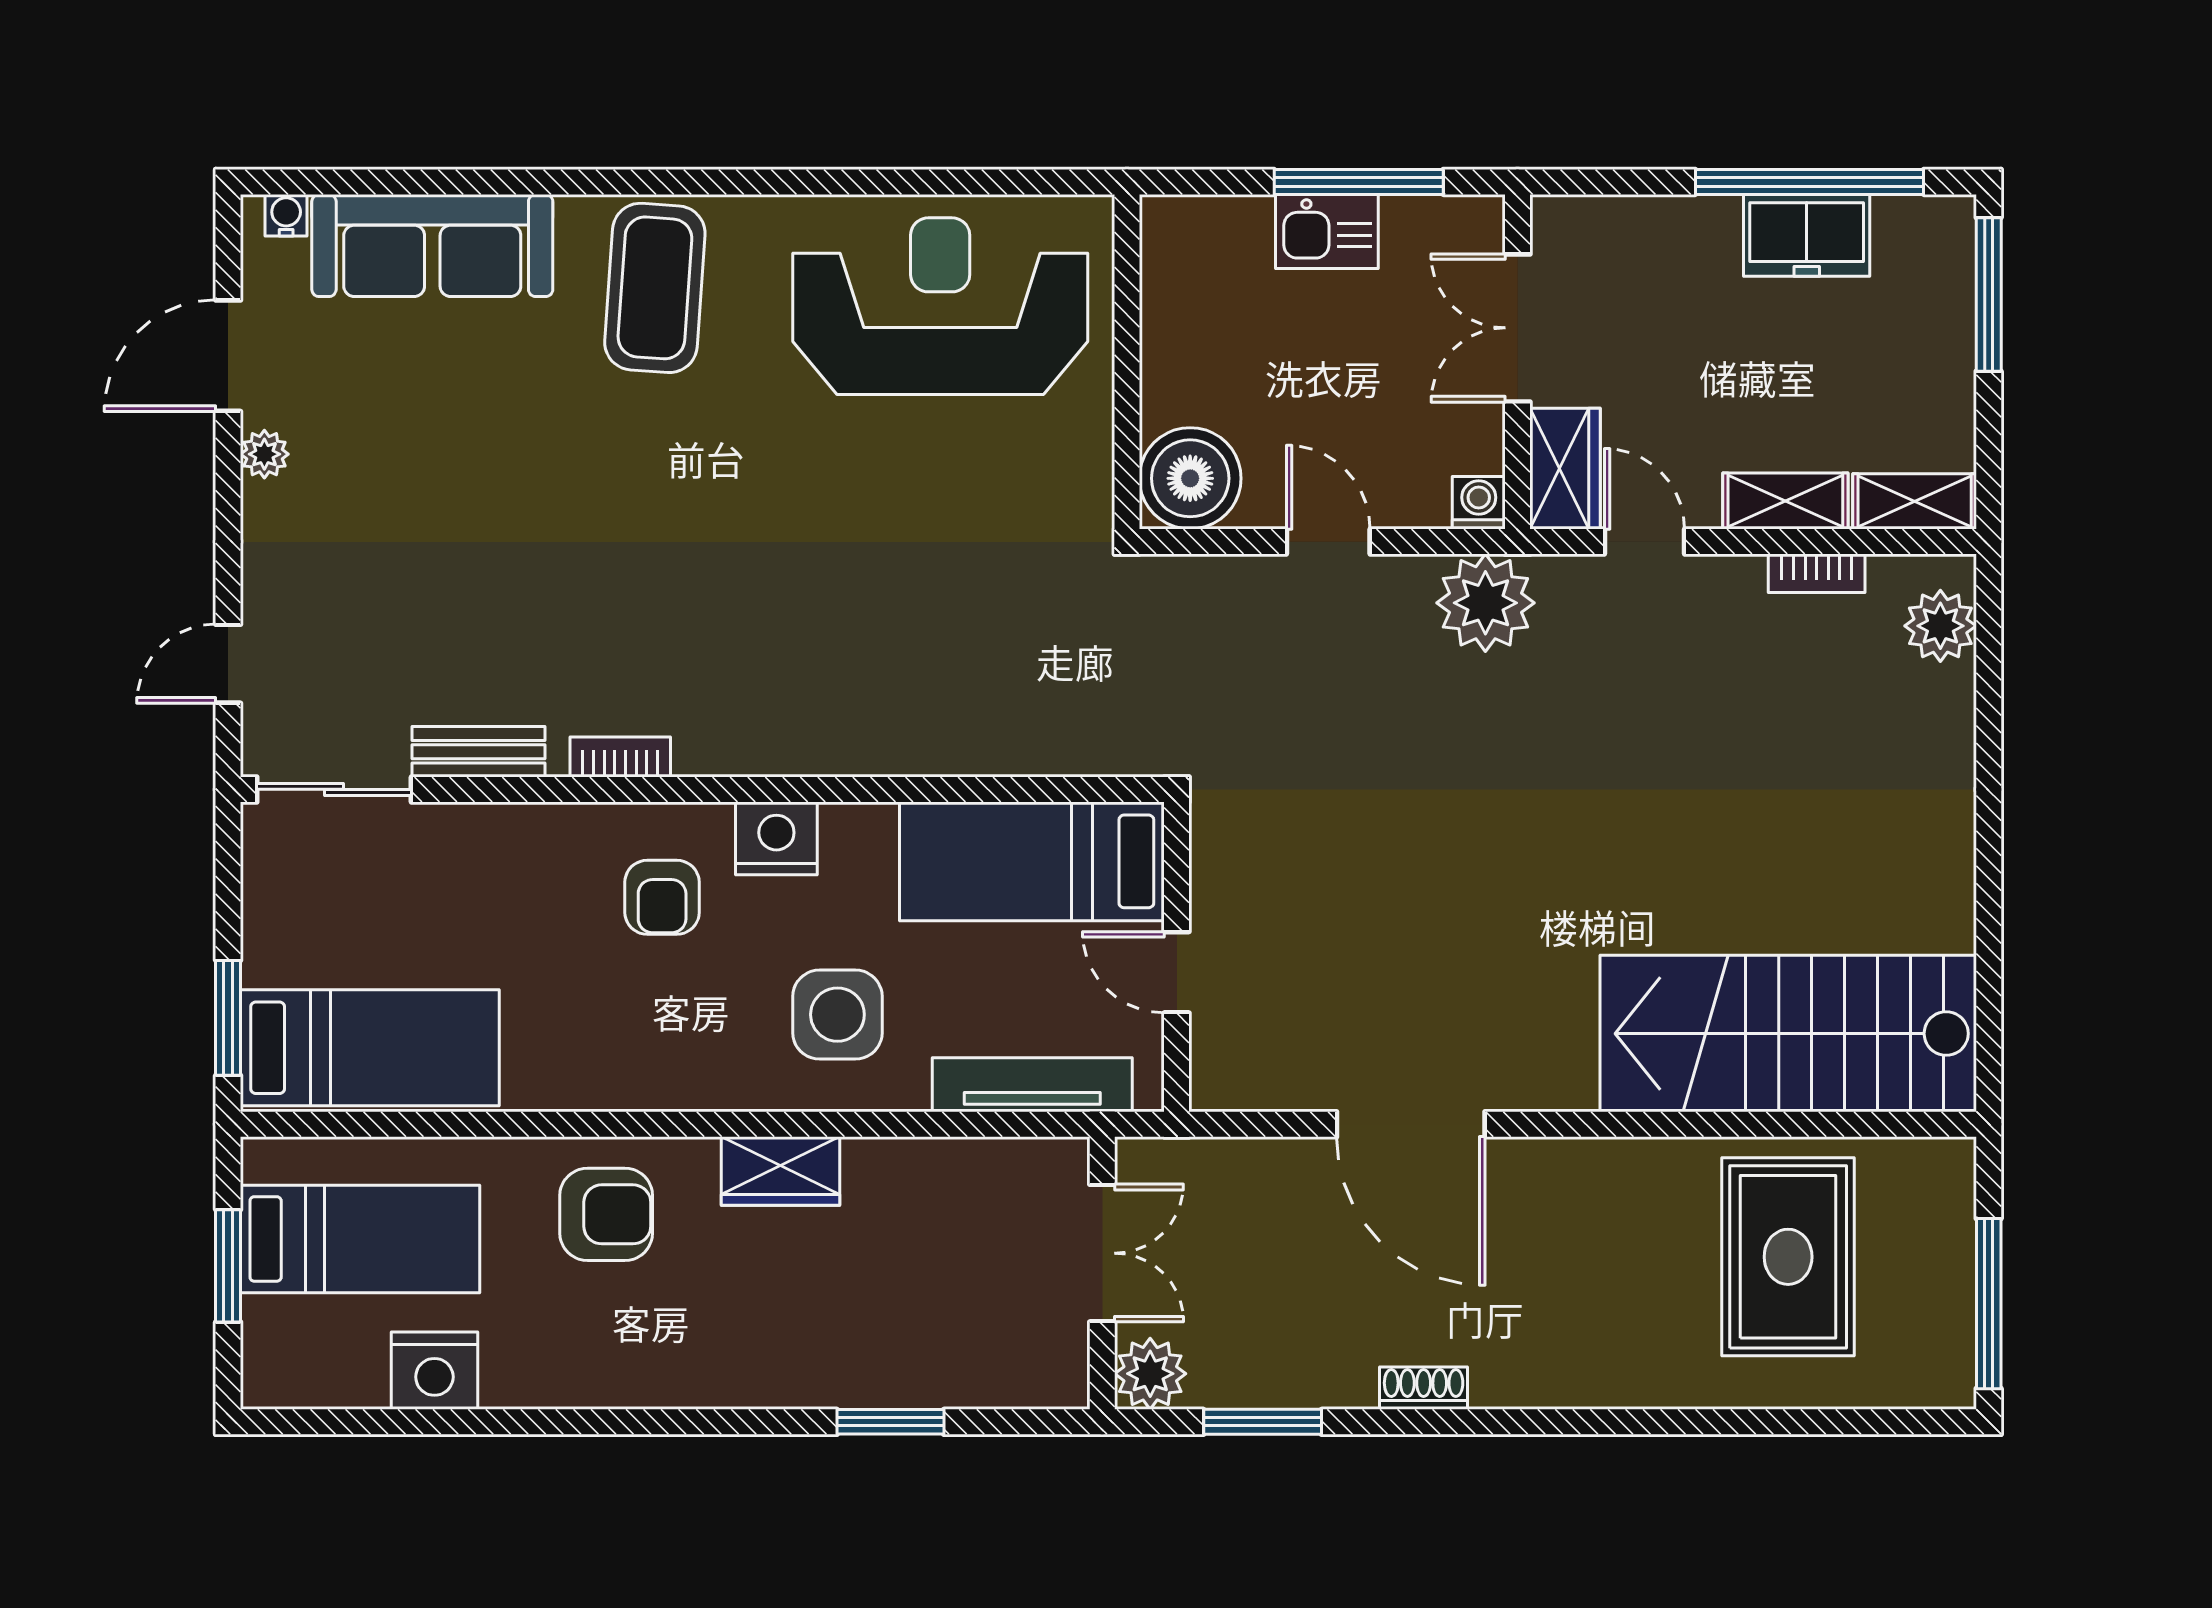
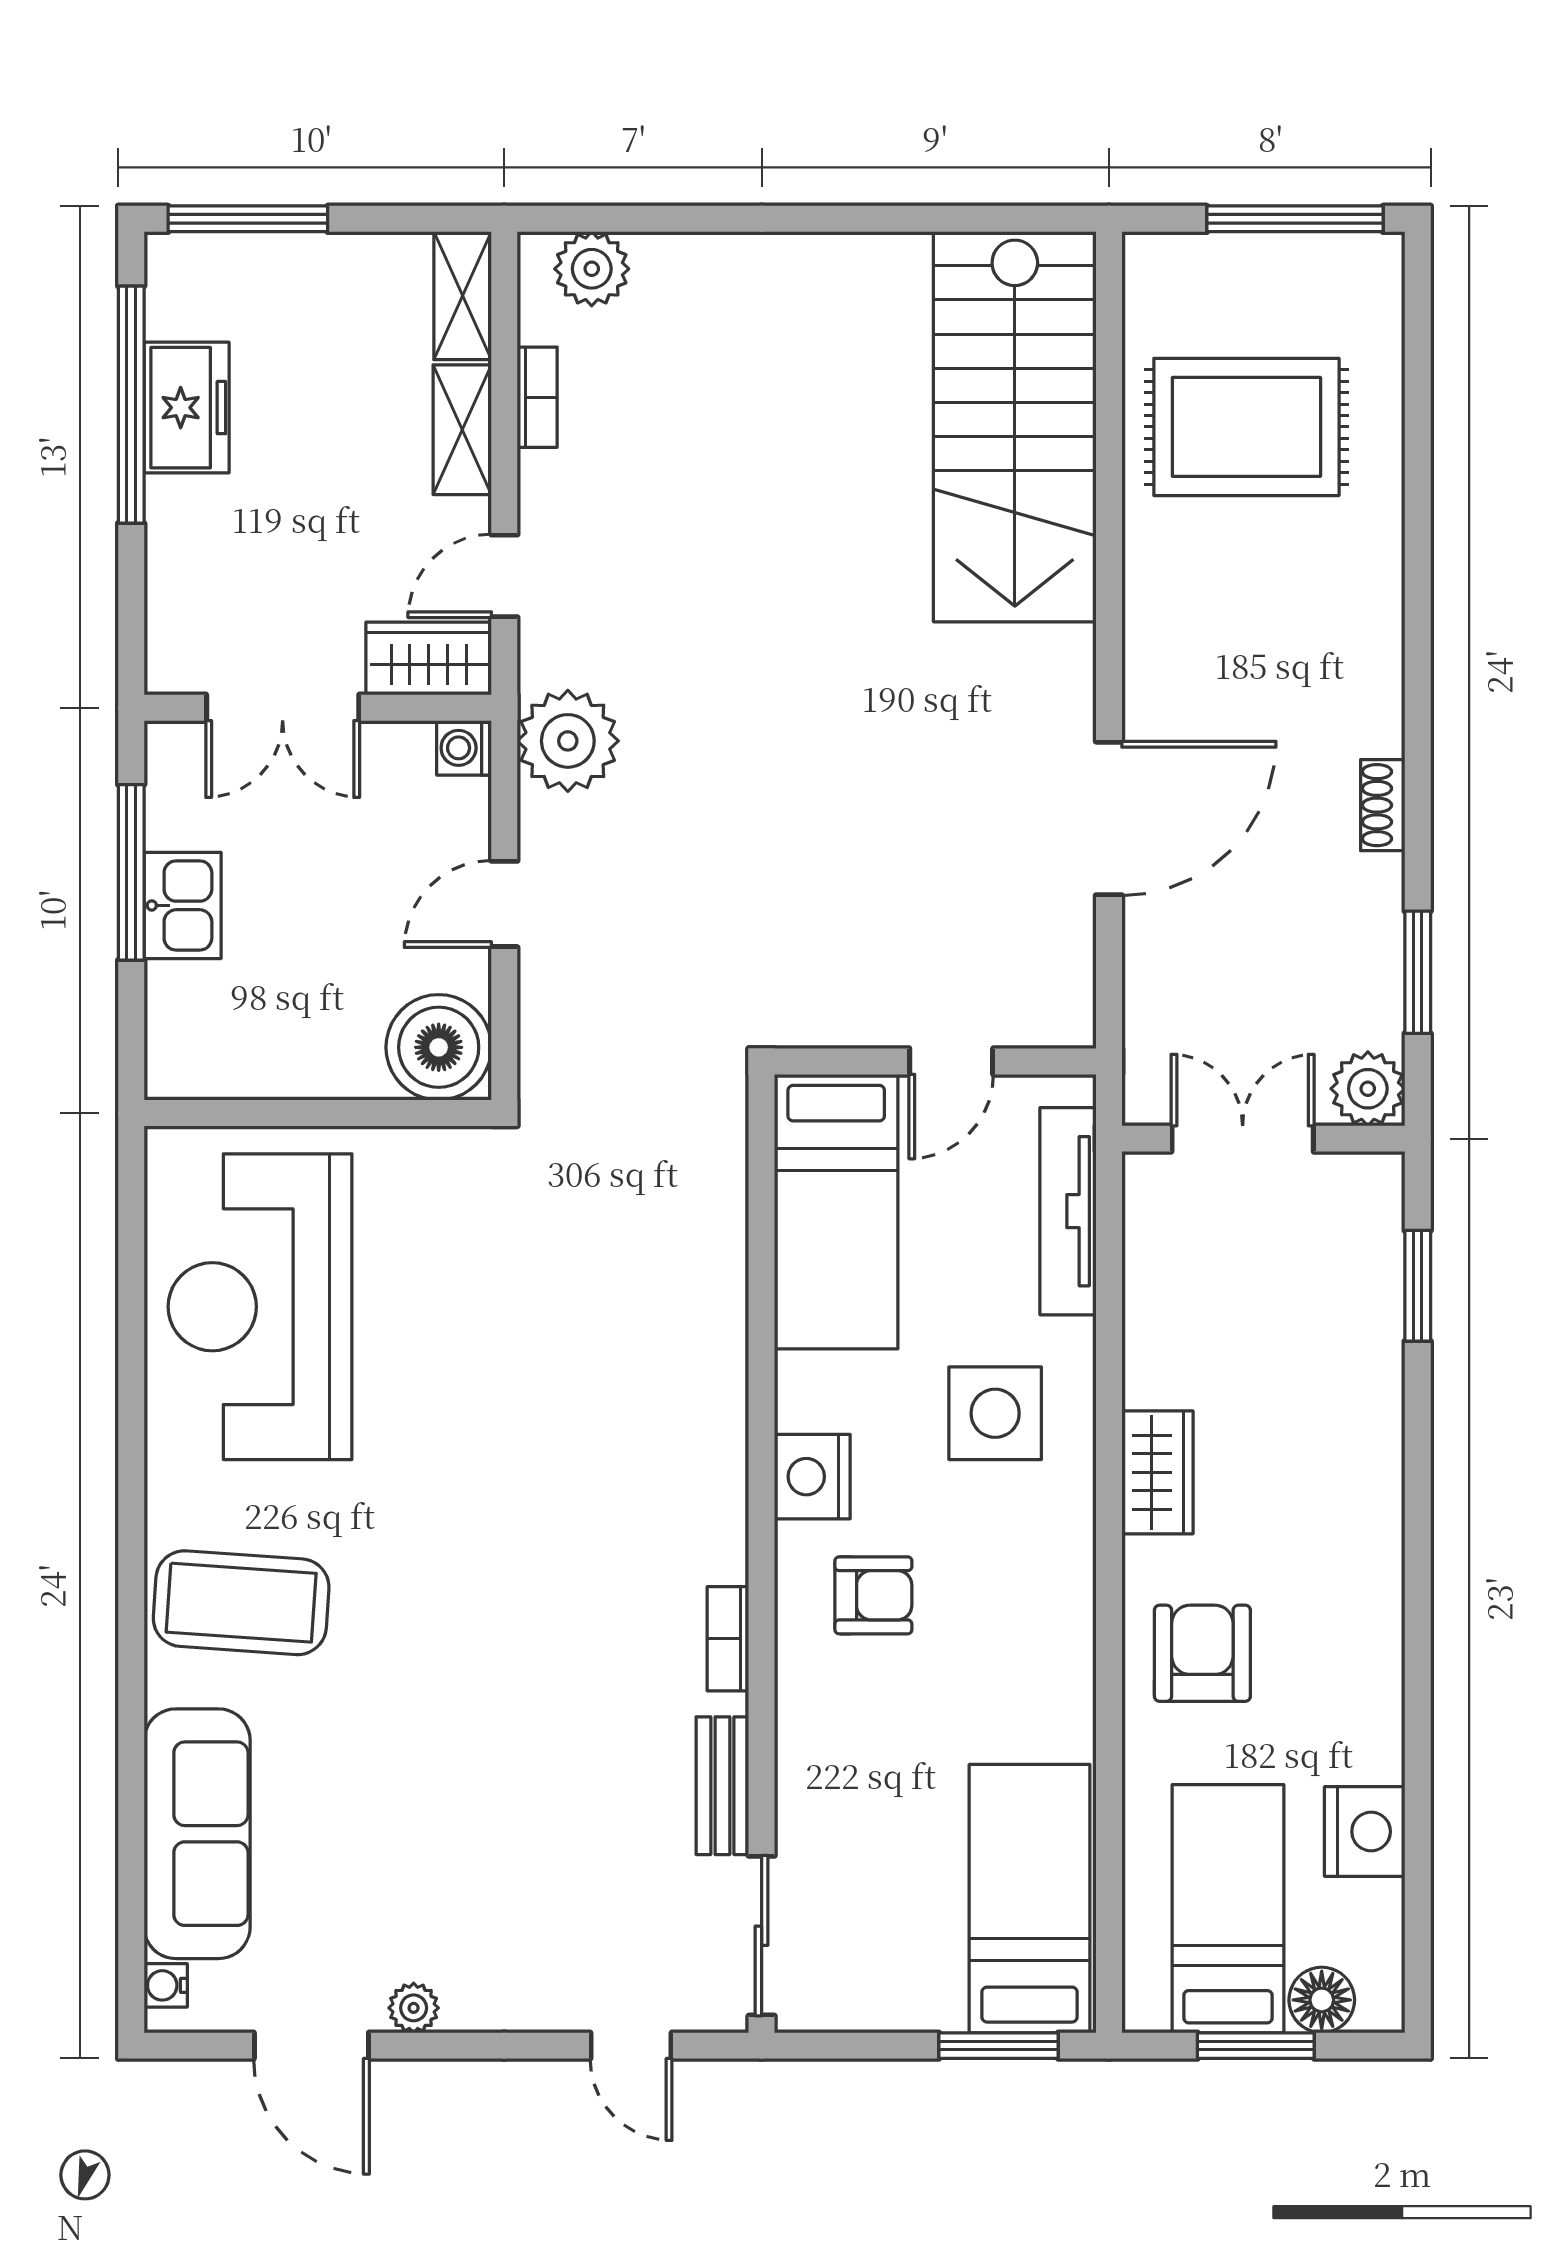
floor lamp: (272, 1329) -> (1322, 2000), added
window: (890, 1422) -> (1418, 1286), moved

